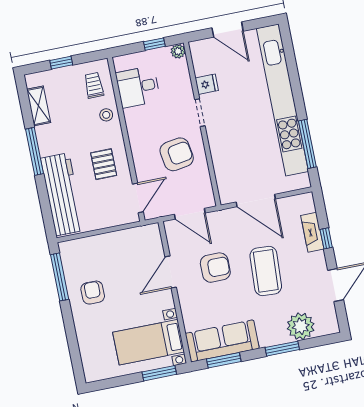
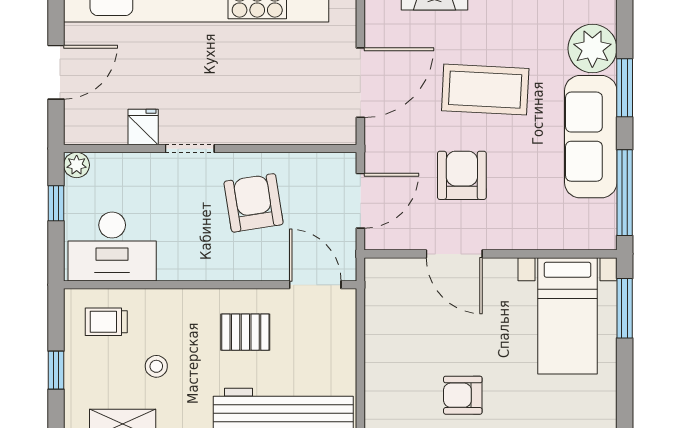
desk: (138, 87) -> (112, 246), width x1.37
stool: (106, 115) -> (156, 366), moved
sofa: (222, 341) -> (591, 137), moved
window: (224, 360) -> (625, 193), width x1.44

